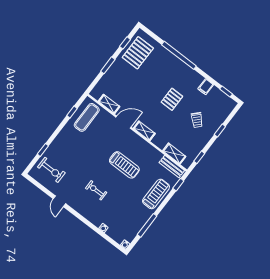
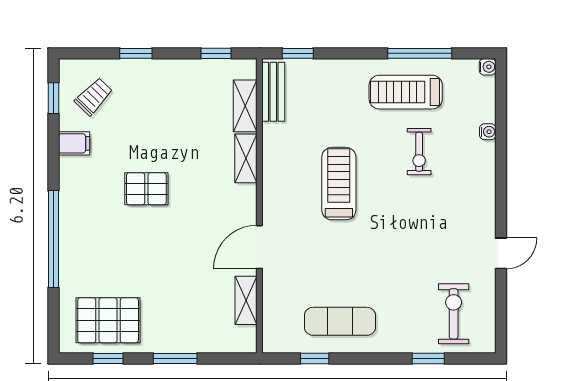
exercise mat: (87, 117) -> (340, 321), moved
trolley: (197, 120) -> (94, 96), moved
door: (123, 122) -> (259, 247), hinge flipped
shelving: (144, 131) -> (246, 158), moved
exercise bike: (96, 190) -> (419, 152), moved
treadmill: (156, 194) -> (406, 92), moved

